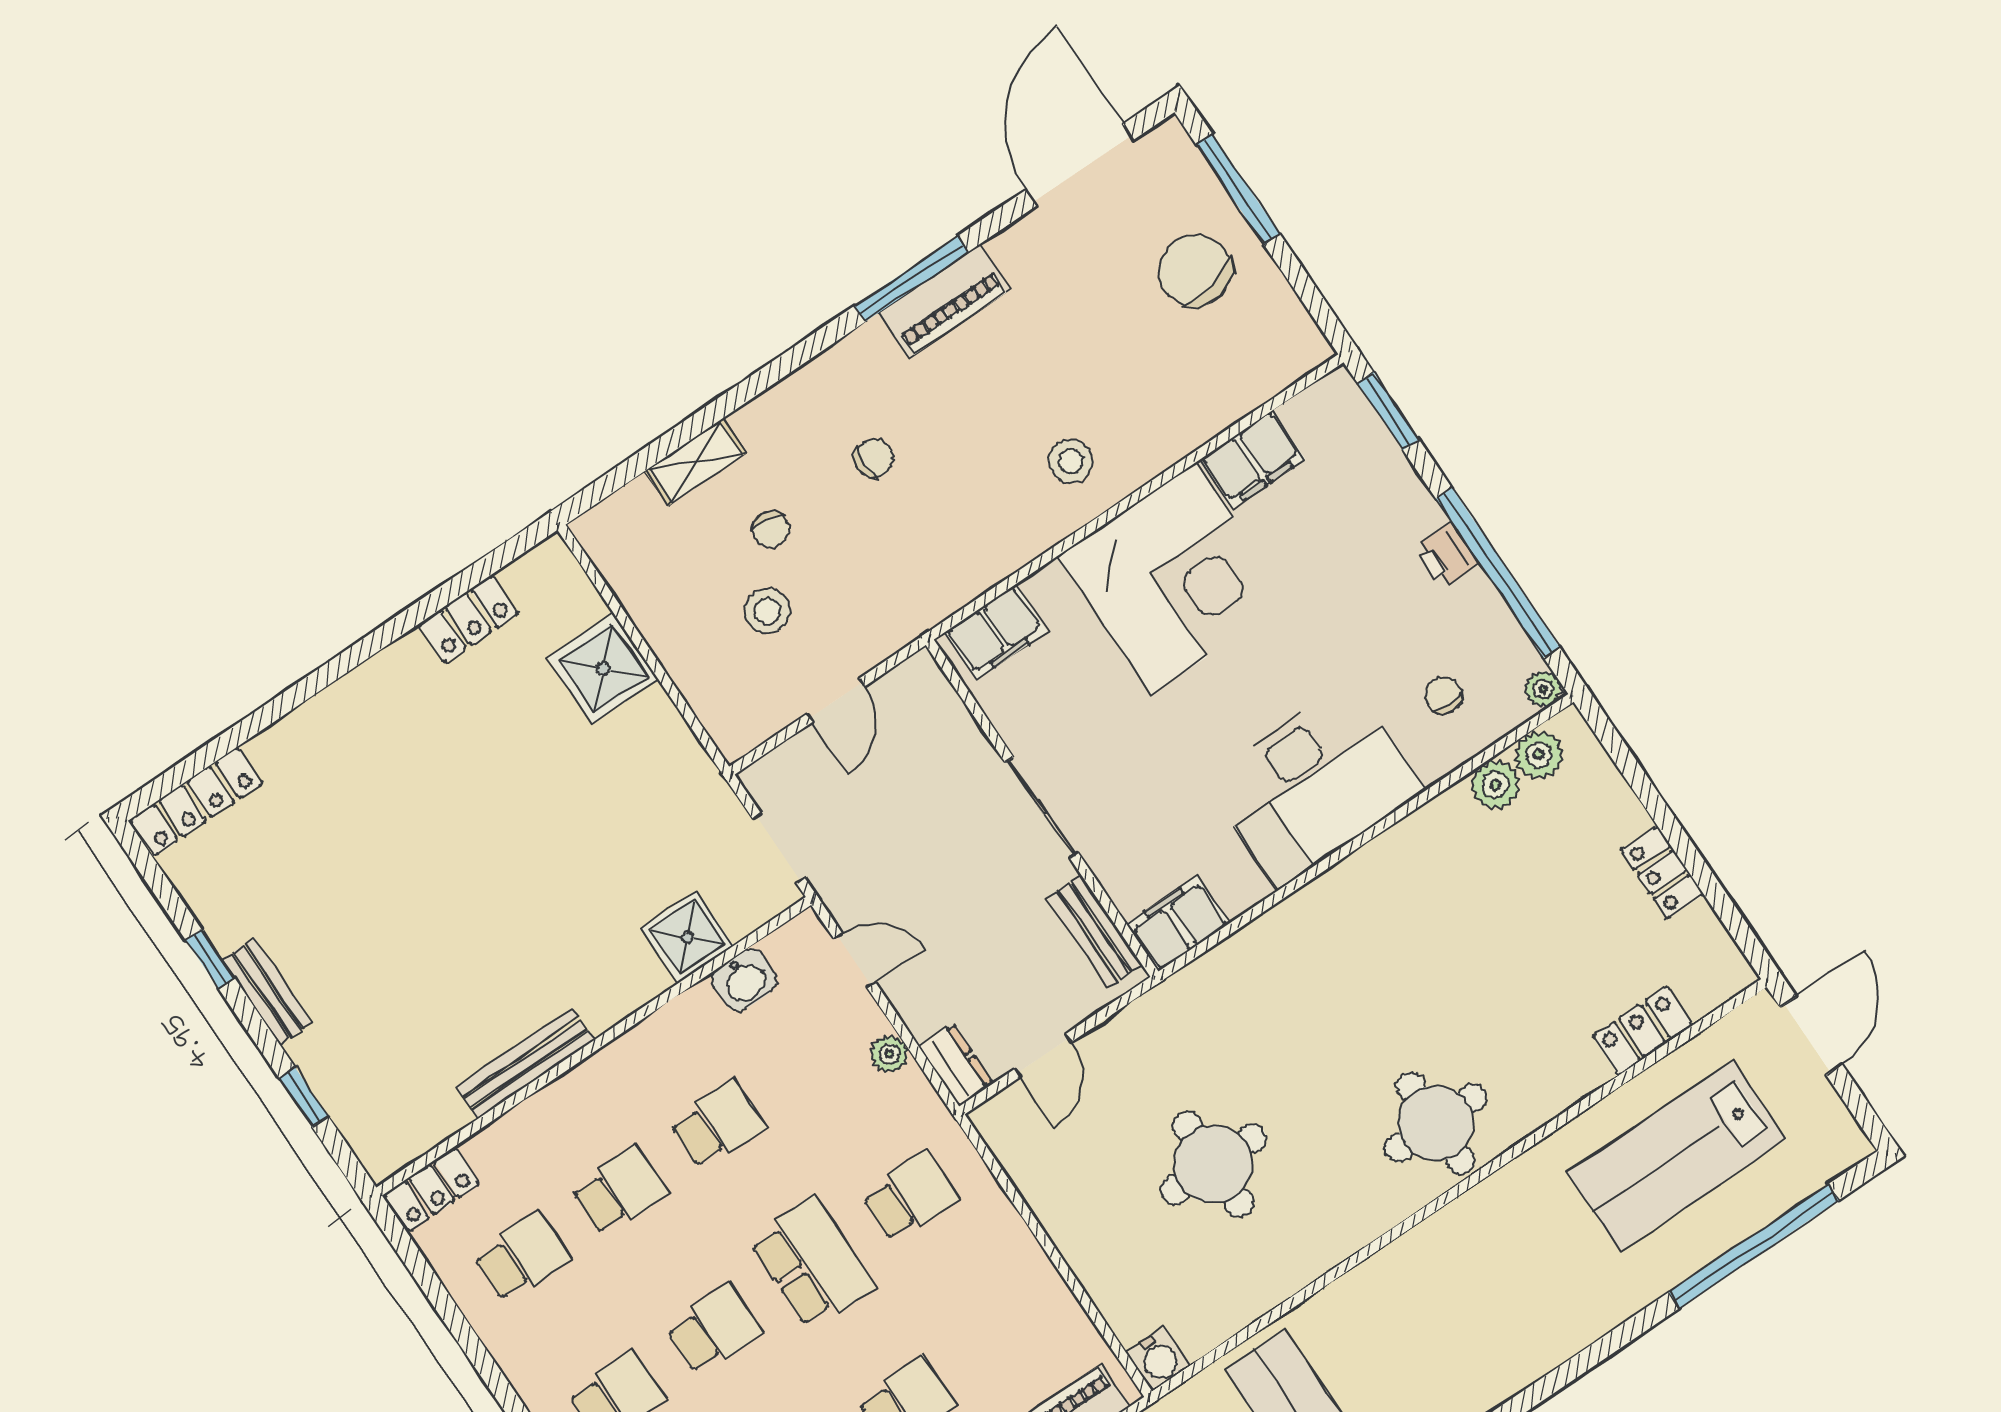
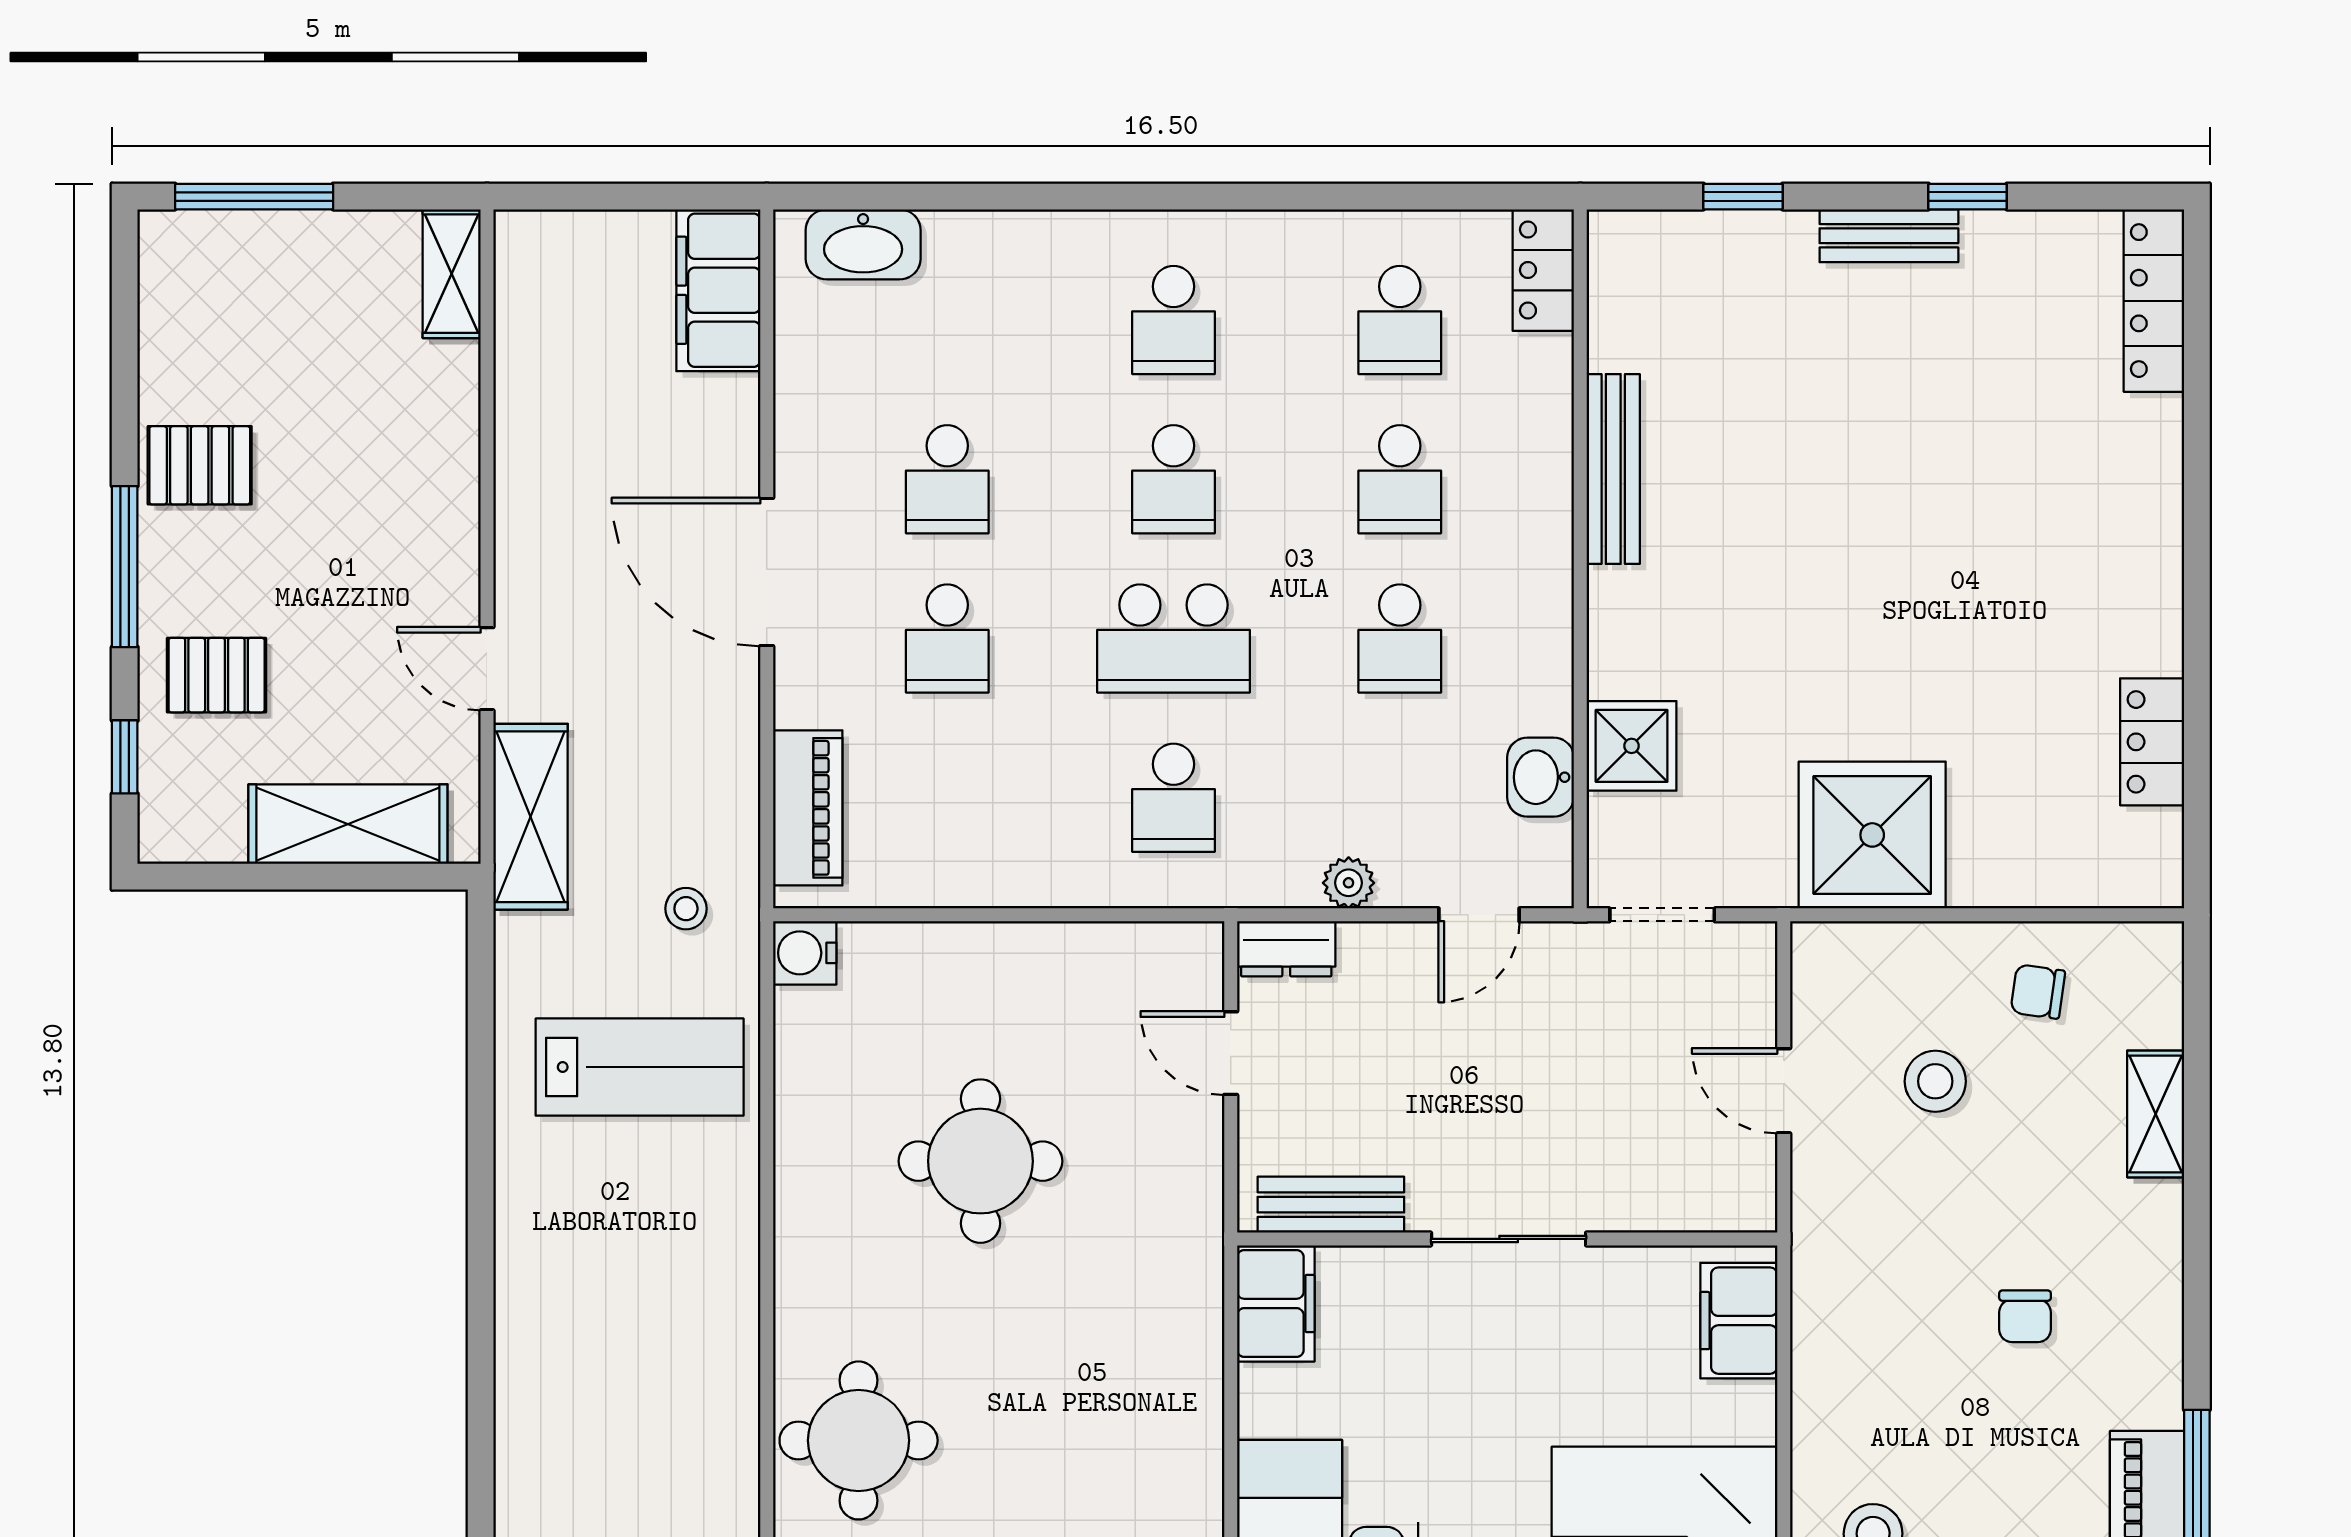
chair: (771, 529) -> (2038, 992), moved
shower: (603, 668) -> (1872, 835), moved, width x1.37, depth x1.37

